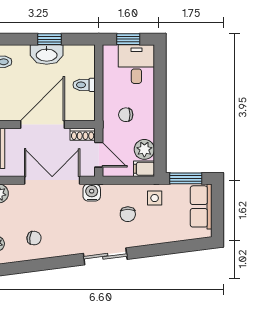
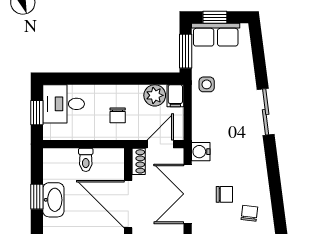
window: (218, 206) -> (215, 17), added
chair: (128, 214) -> (224, 194), moved
sliding door: (105, 256) -> (266, 112), moved

